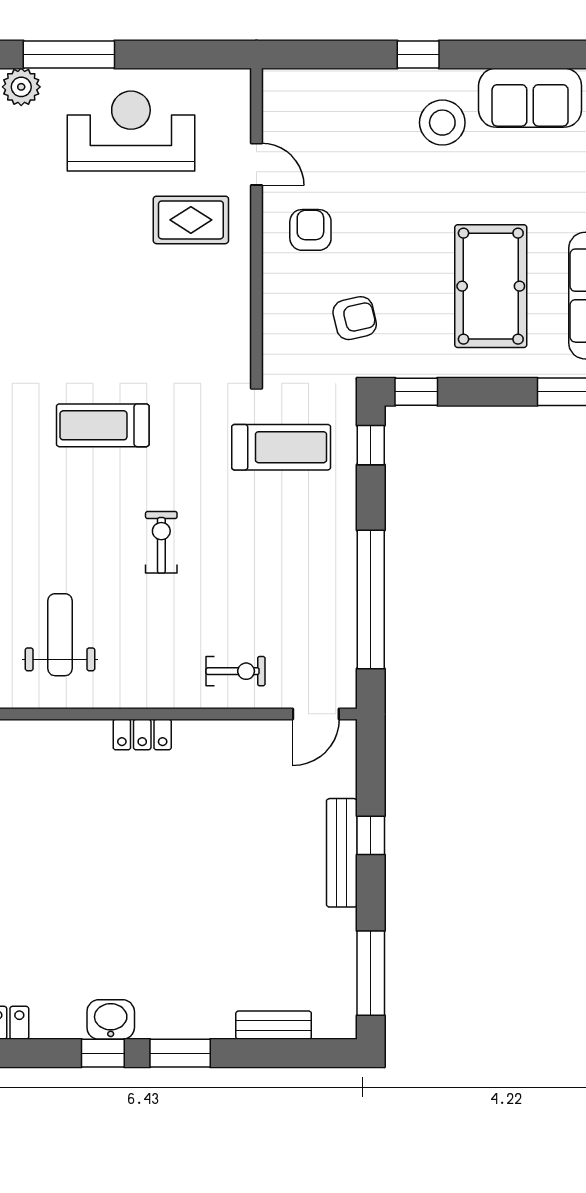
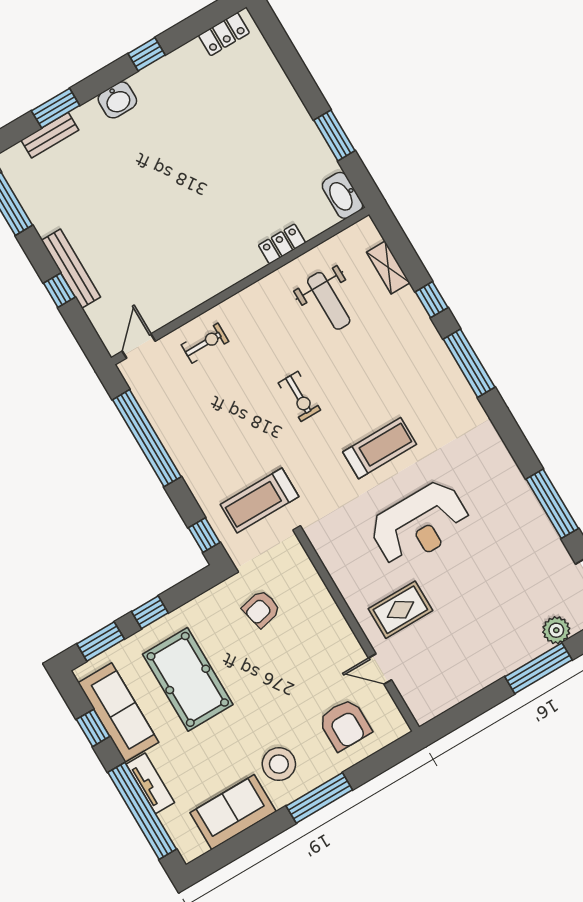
window: (418, 54) -> (319, 798), width x2.17
reception desk: (131, 131) -> (420, 524), moved
armchair: (310, 230) -> (345, 725), moved, width x1.38, depth x1.38
window: (416, 392) -> (150, 612), moved
exercise bike: (236, 671) -> (205, 343), turned 180
locker: (142, 735) -> (282, 244), moved
washbasin: (111, 1020) -> (117, 100), moved
window: (180, 1053) -> (56, 108), moved

